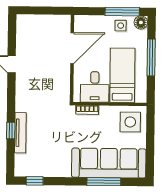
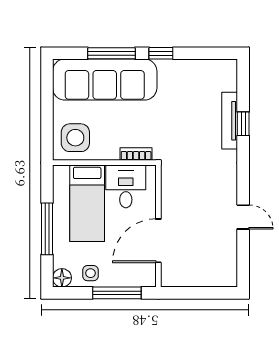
window: (122, 12) -> (117, 293), moved
window: (35, 181) -> (161, 53), moved

